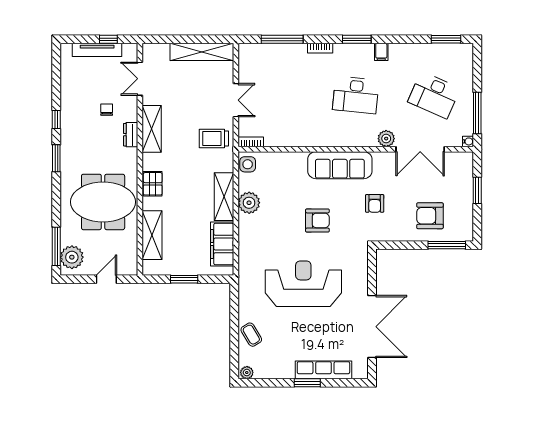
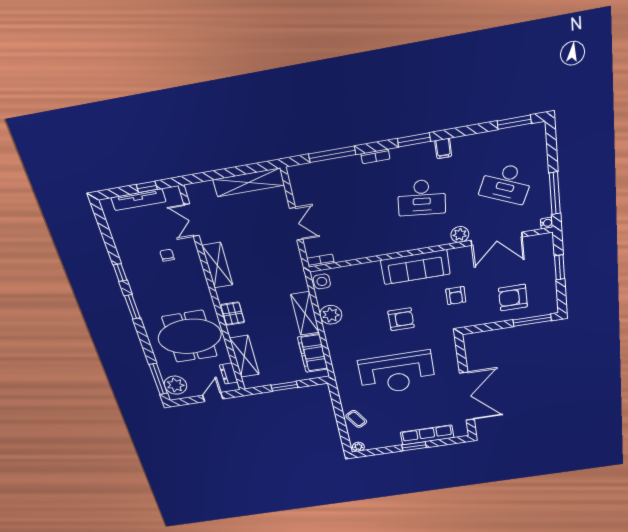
dresser: (131, 135) -> (229, 374), moved
trolley: (214, 138) -> (282, 264), removed
reception desk: (303, 284) -> (397, 373), turned 180

